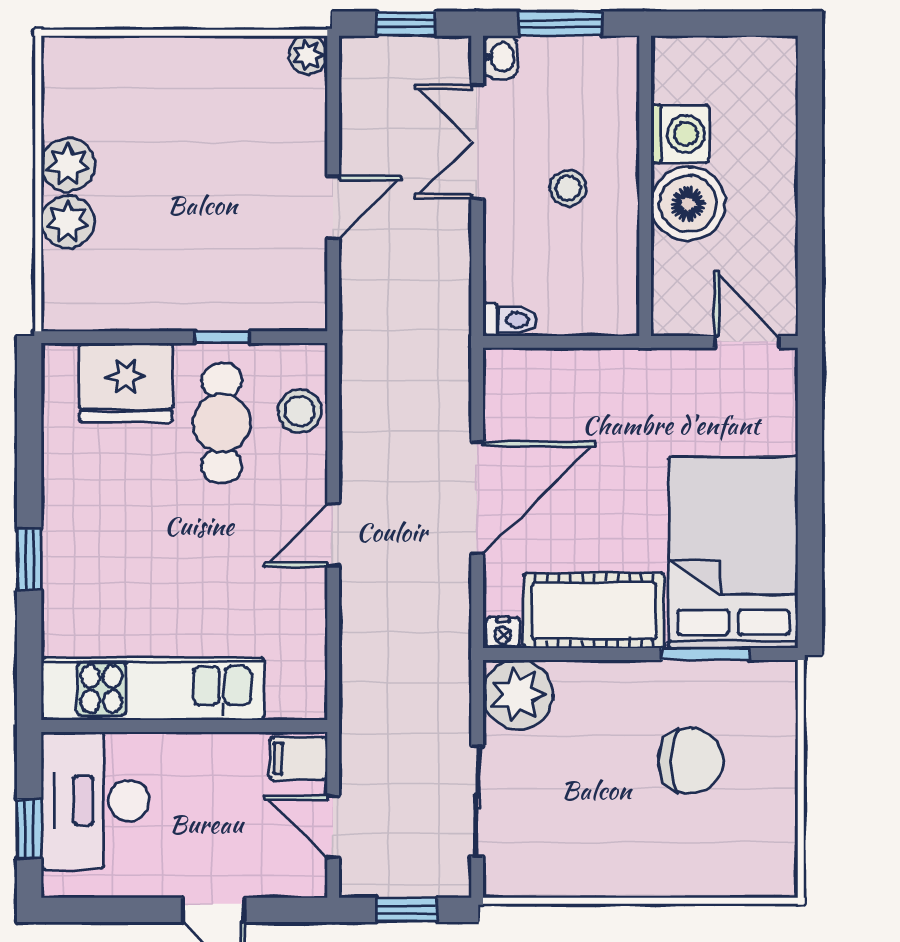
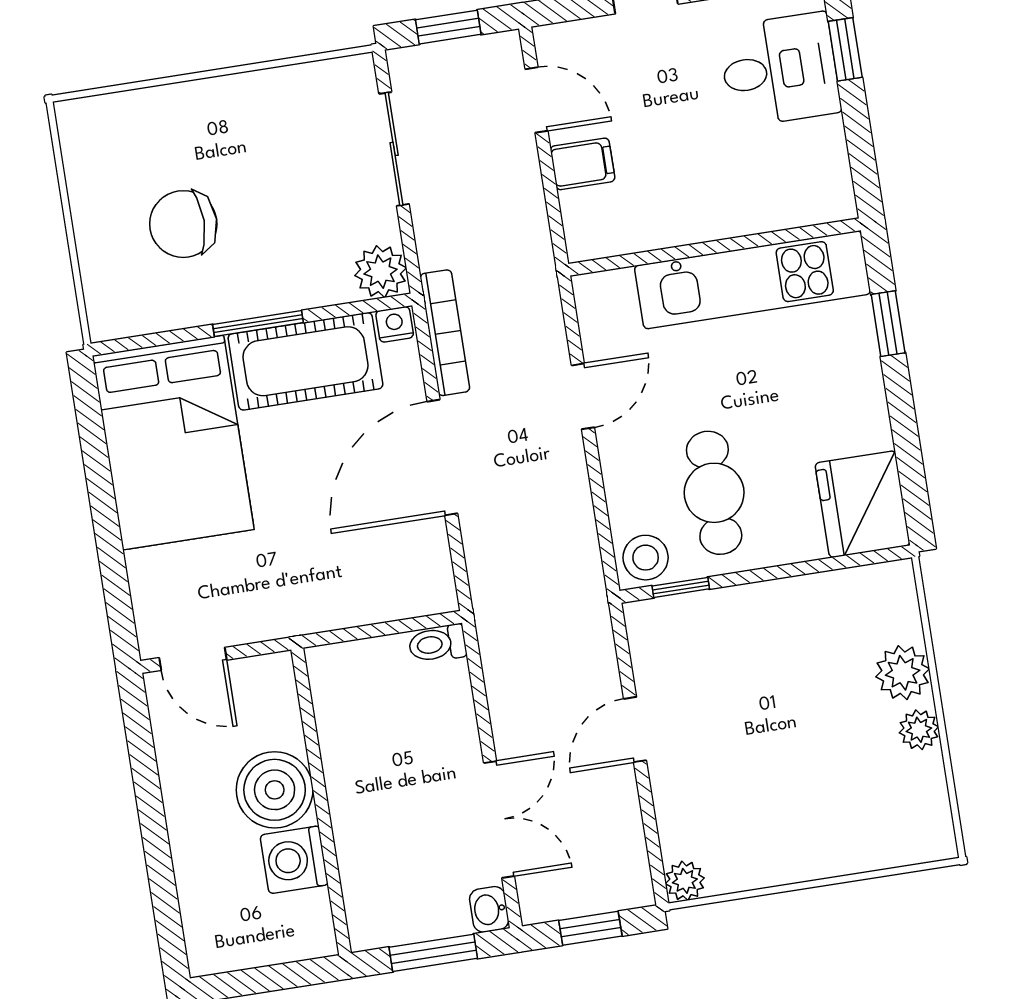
plant: (68, 165) -> (919, 730), width x0.73, depth x0.73
stool: (568, 188) -> (399, 787), removed
window: (222, 337) -> (681, 587), moved
fridge: (126, 383) -> (863, 504), moved, turned -90
stool: (300, 411) -> (646, 558), moved
bookcase: (456, 617) -> (445, 333), added
window: (705, 654) -> (258, 323), moved
kitchen unit: (153, 689) -> (753, 280), moved
plant: (518, 695) -> (381, 272), width x0.73, depth x0.73
wall: (184, 726) -> (715, 247), moved
desk: (95, 800) -> (780, 70), width x0.73

